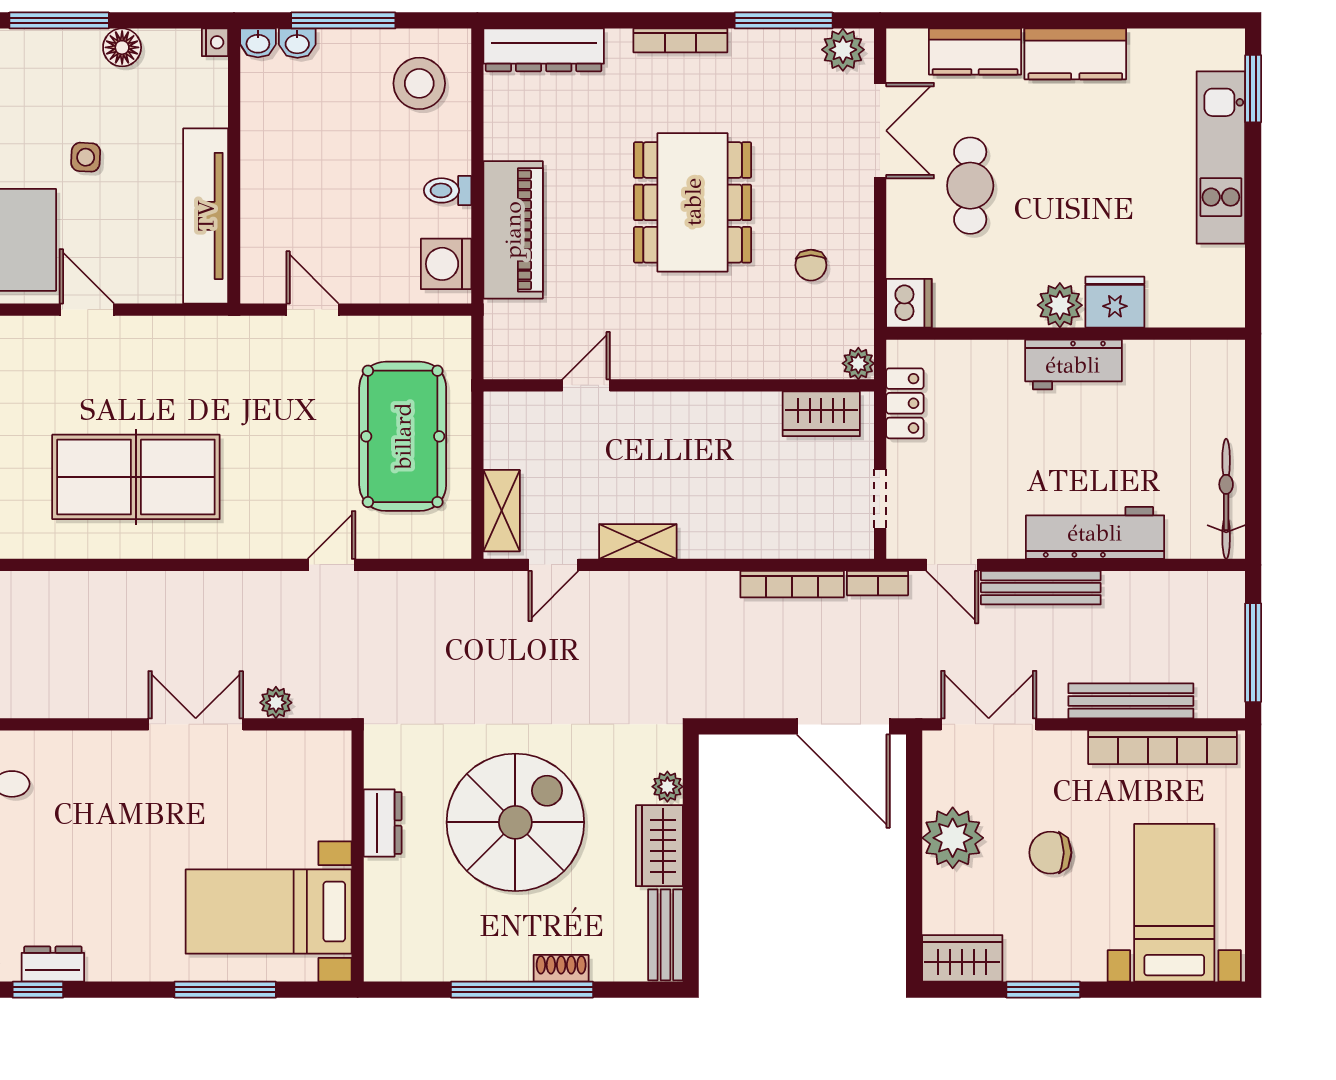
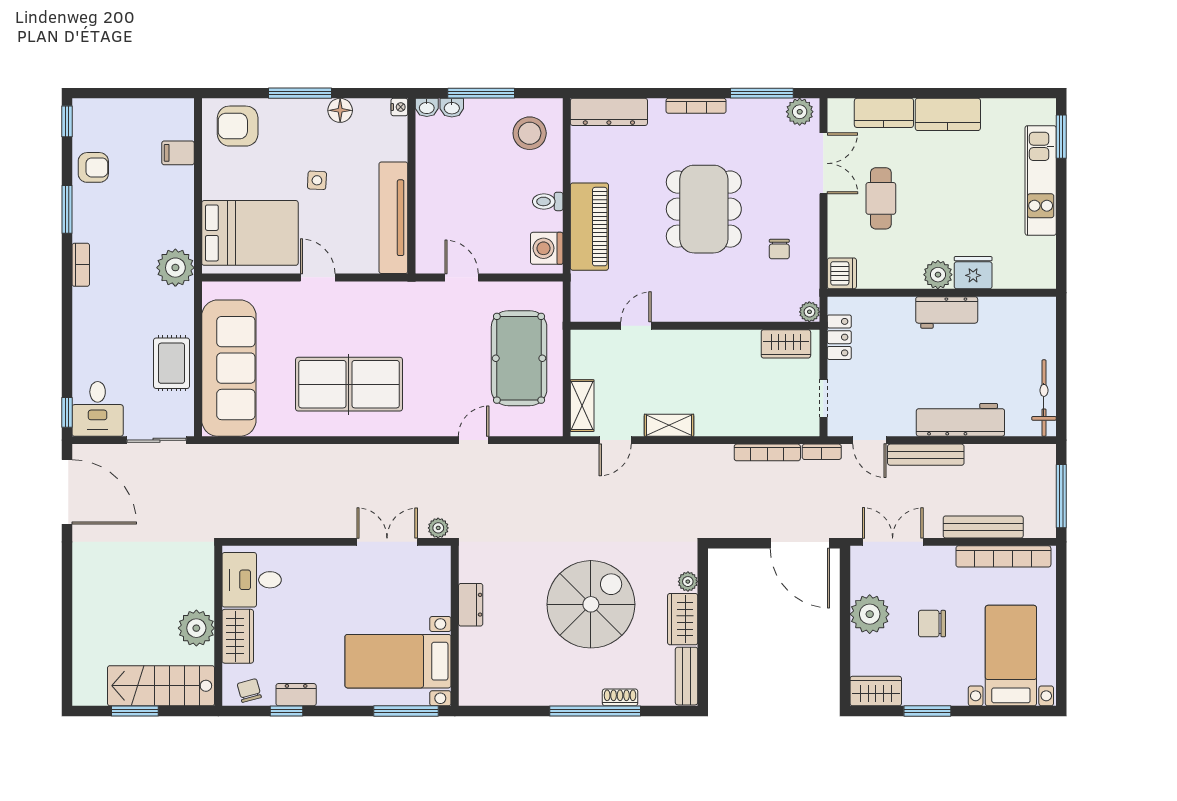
dresser: (383, 823) -> (471, 605), moved
wall: (358, 856) -> (455, 626), moved
bed with nightstands: (269, 912) -> (398, 661), moved

